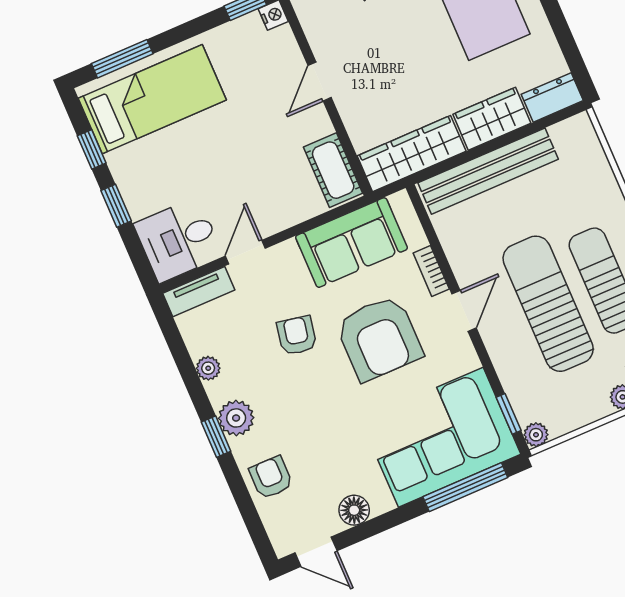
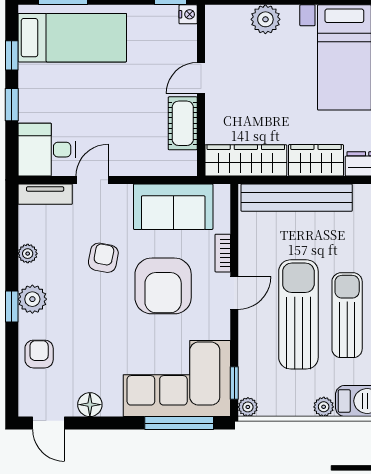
cot: (333, 170) -> (183, 123), moved

